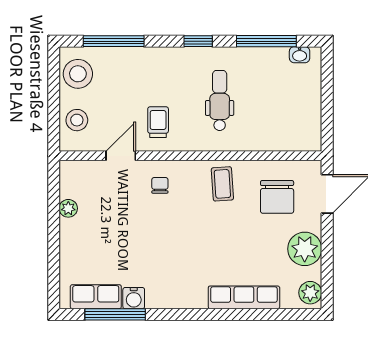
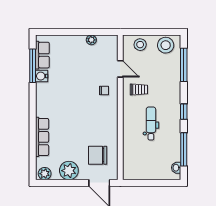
dental chair: (220, 100) -> (151, 123), turned -90
coffee table: (222, 184) -> (105, 125), removed

